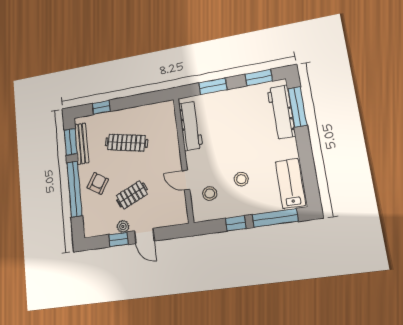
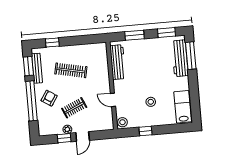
stool: (210, 194) -> (122, 122), moved
window: (275, 218) -> (171, 129), removed
door: (144, 236) -> (83, 137), hinge flipped

